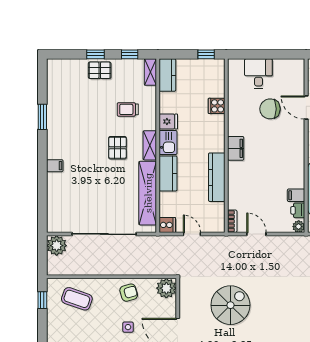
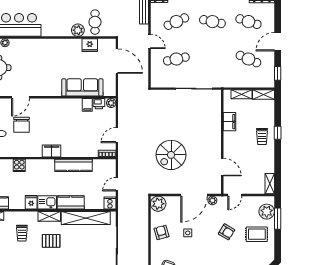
spiral stairs: (230, 305) -> (171, 155), turned -90

